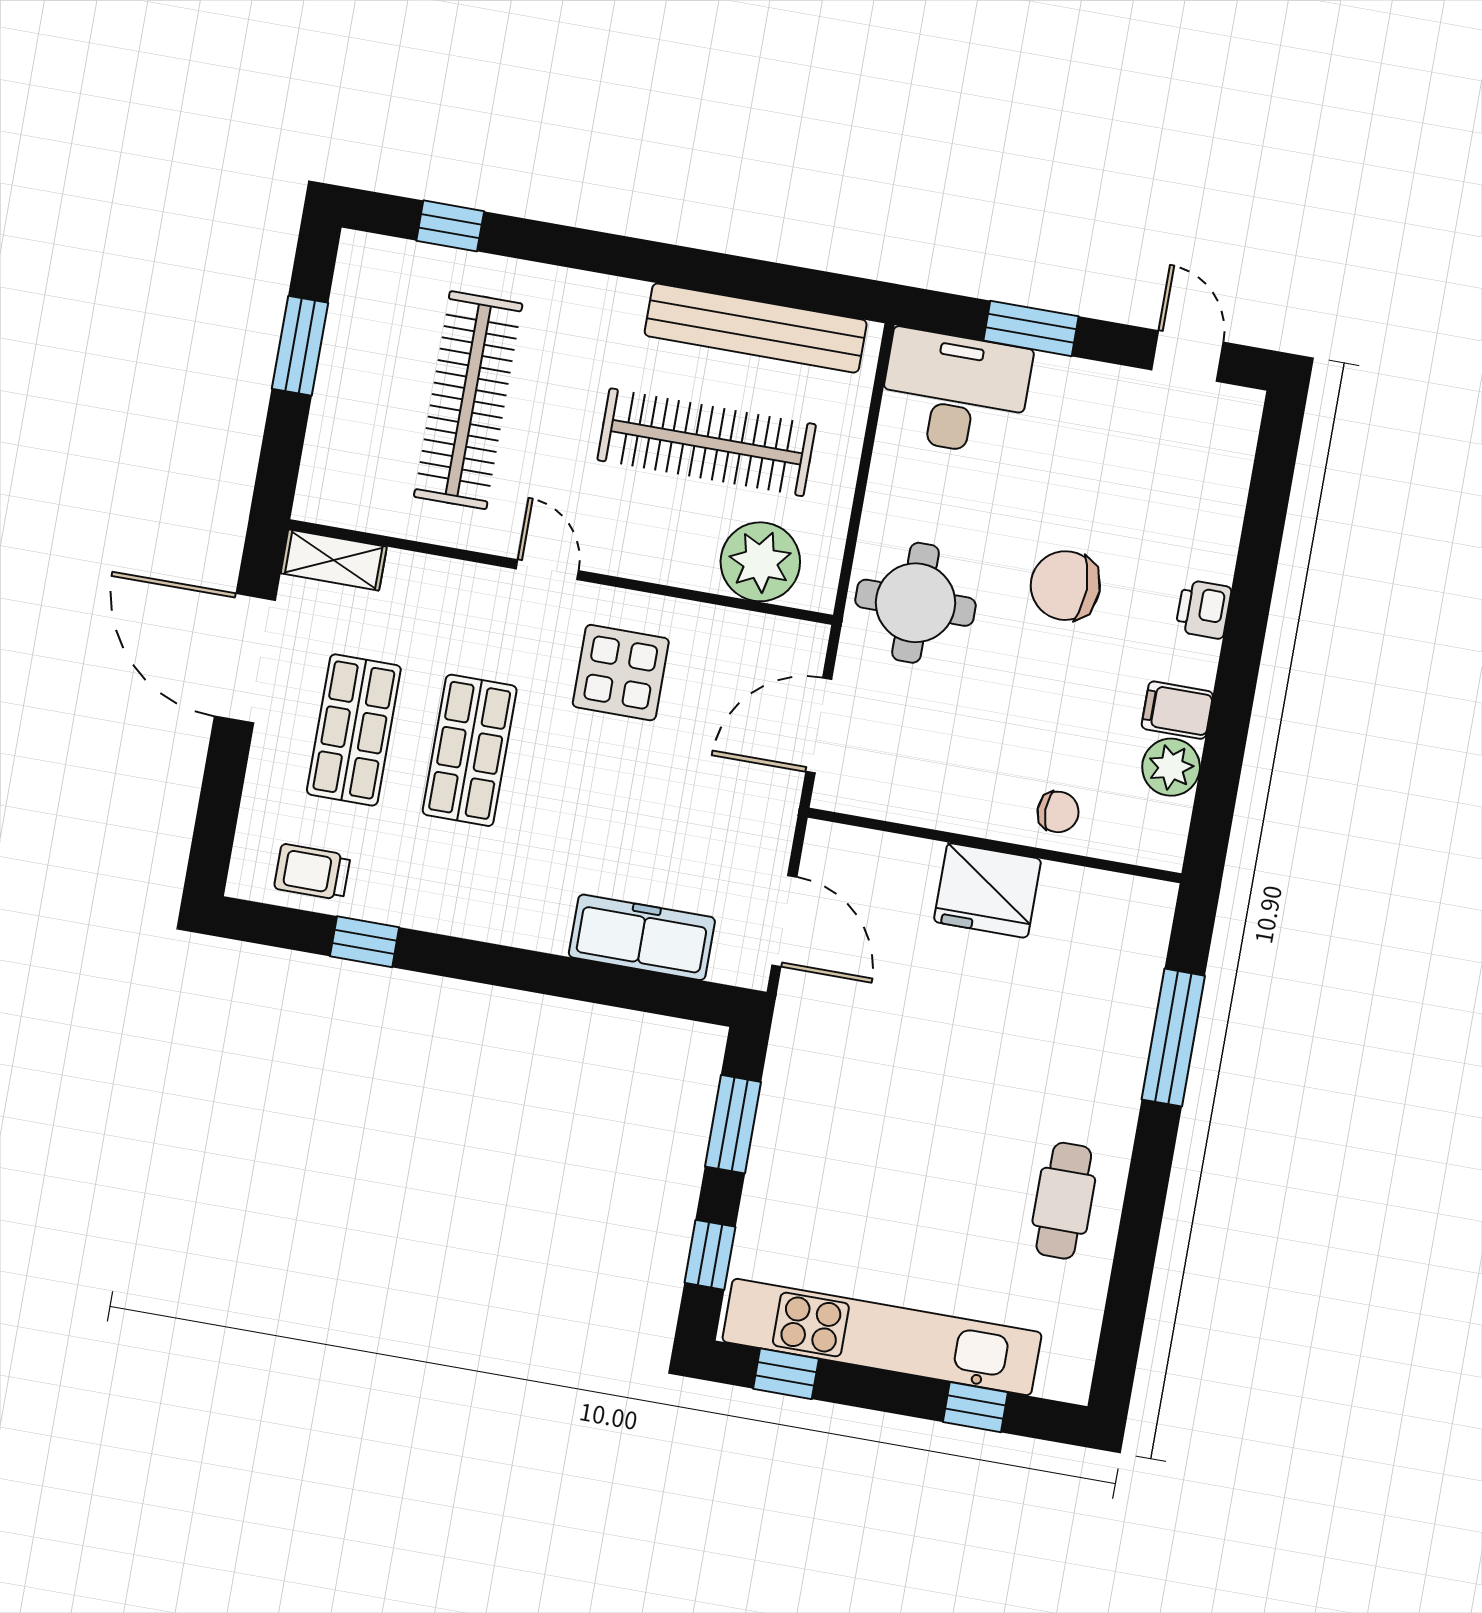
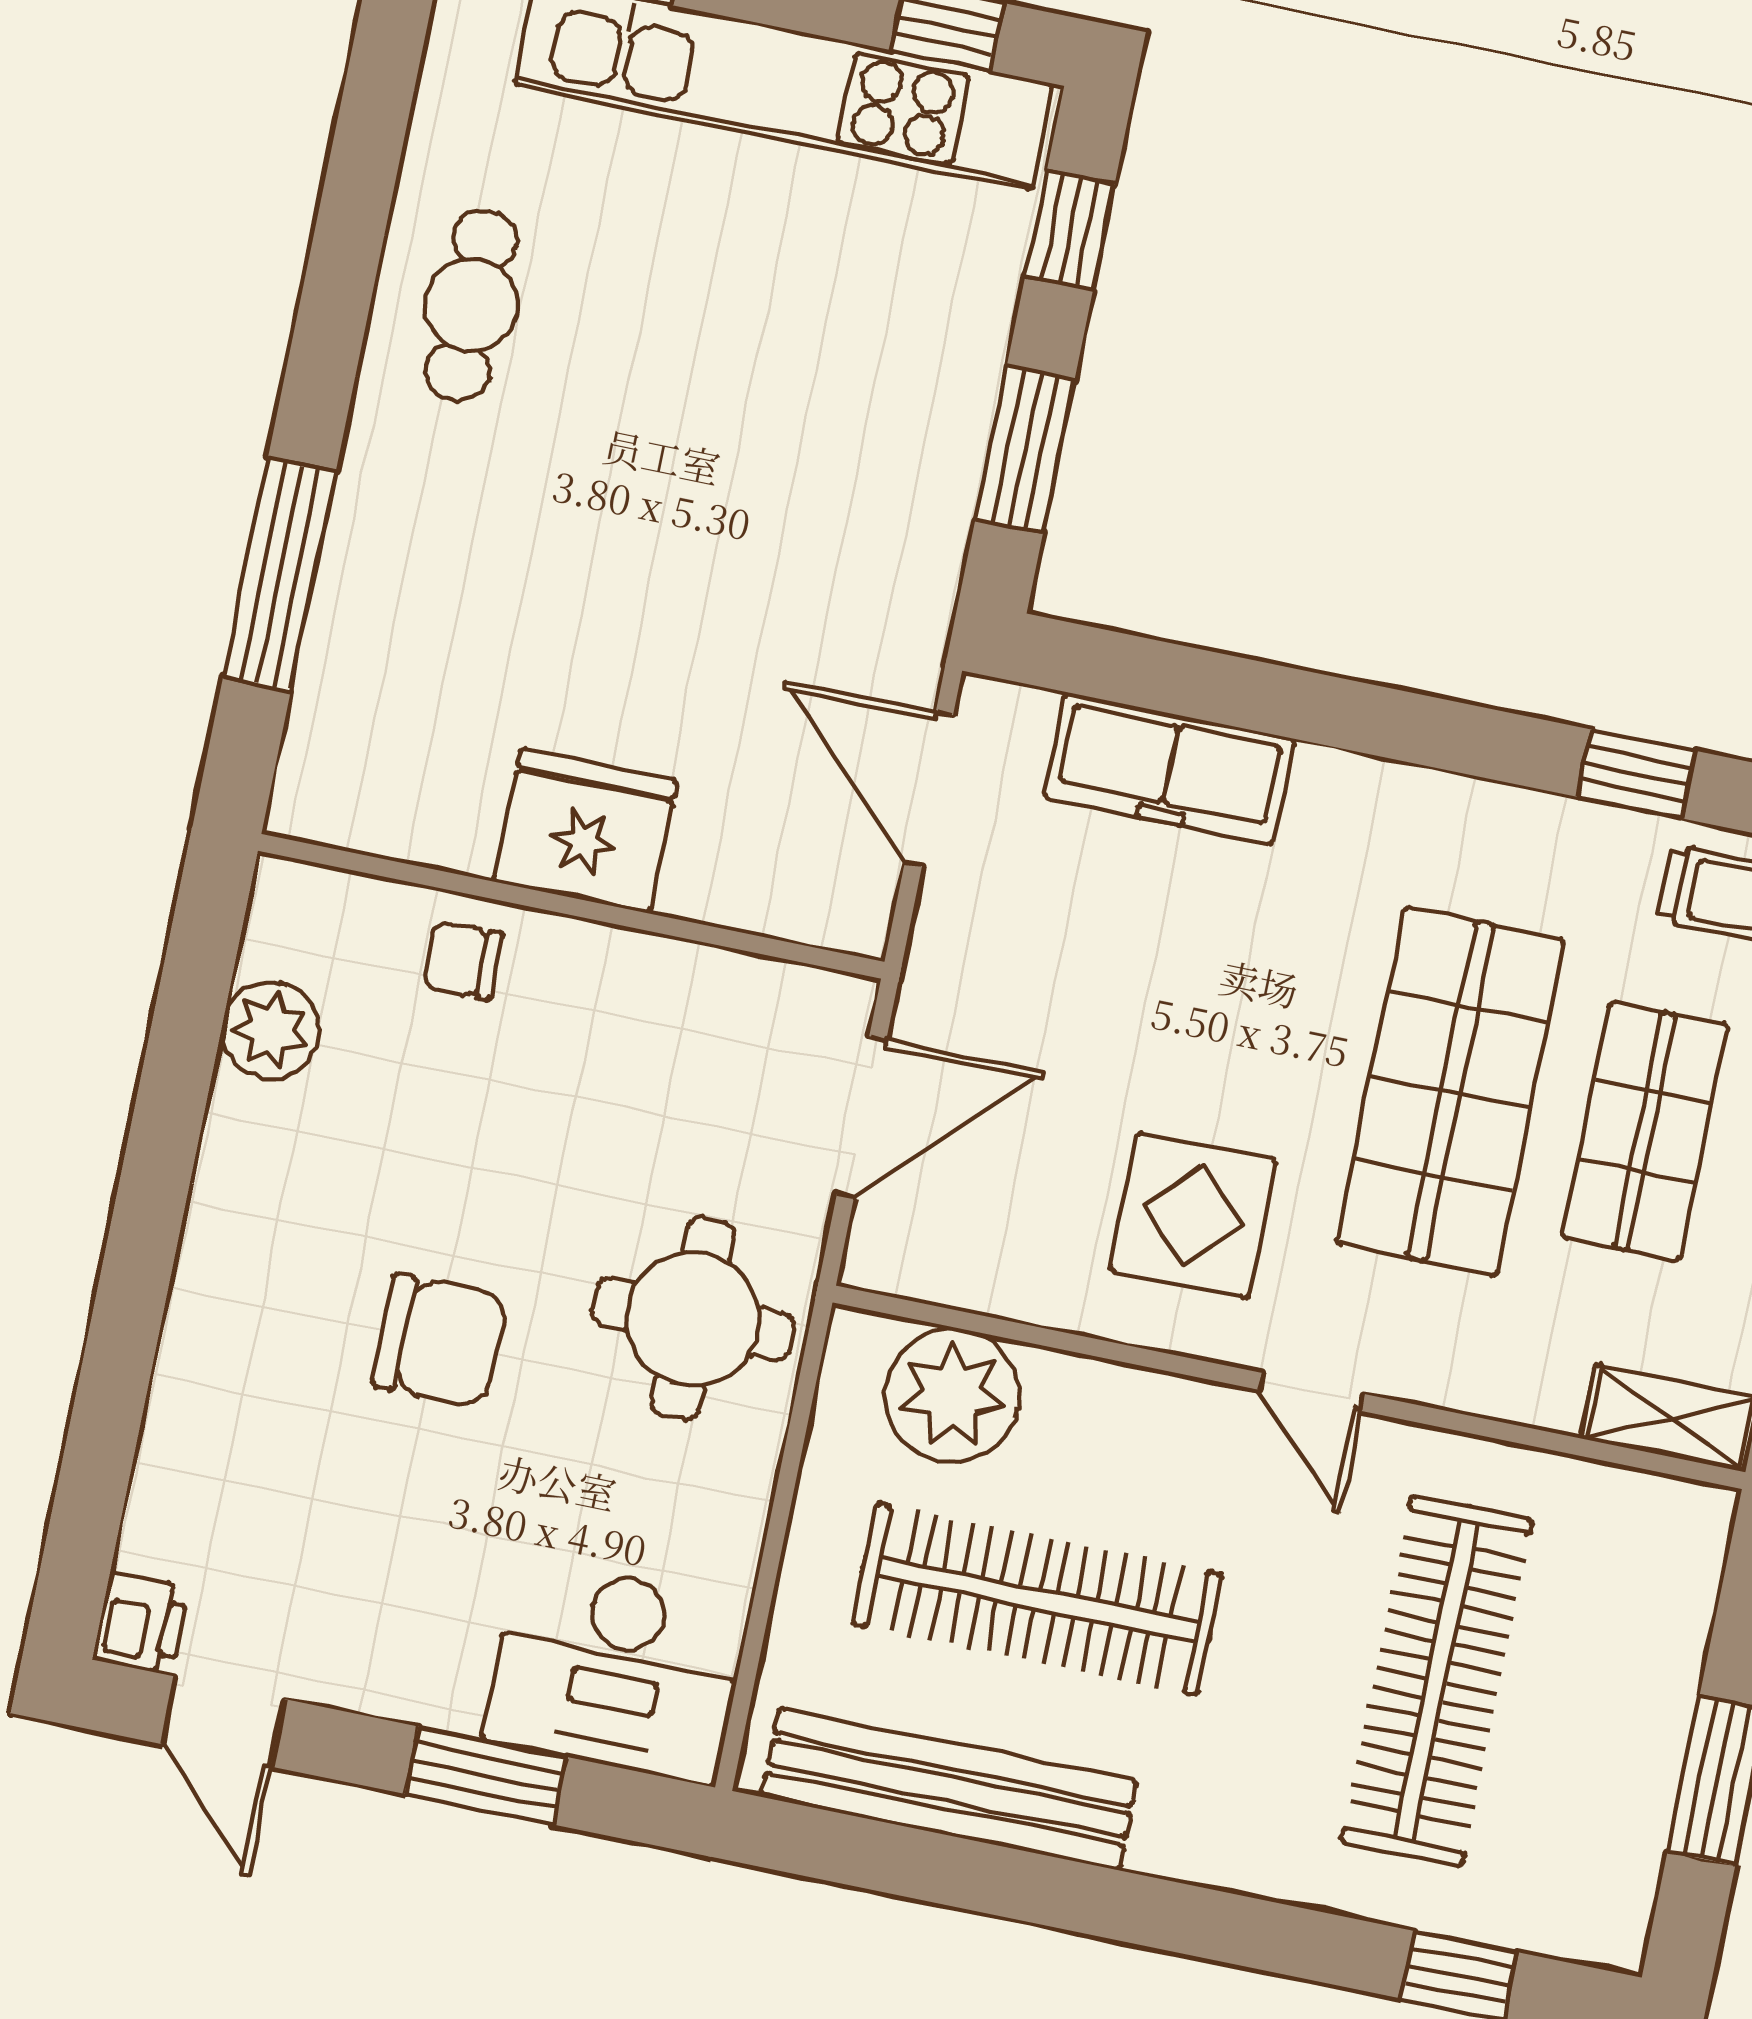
printer: (1203, 609) -> (141, 1624), moved
filing cabinet: (1177, 710) -> (257, 1126), removed
shop shelf: (470, 750) -> (1451, 1091), width x1.43, depth x1.36

